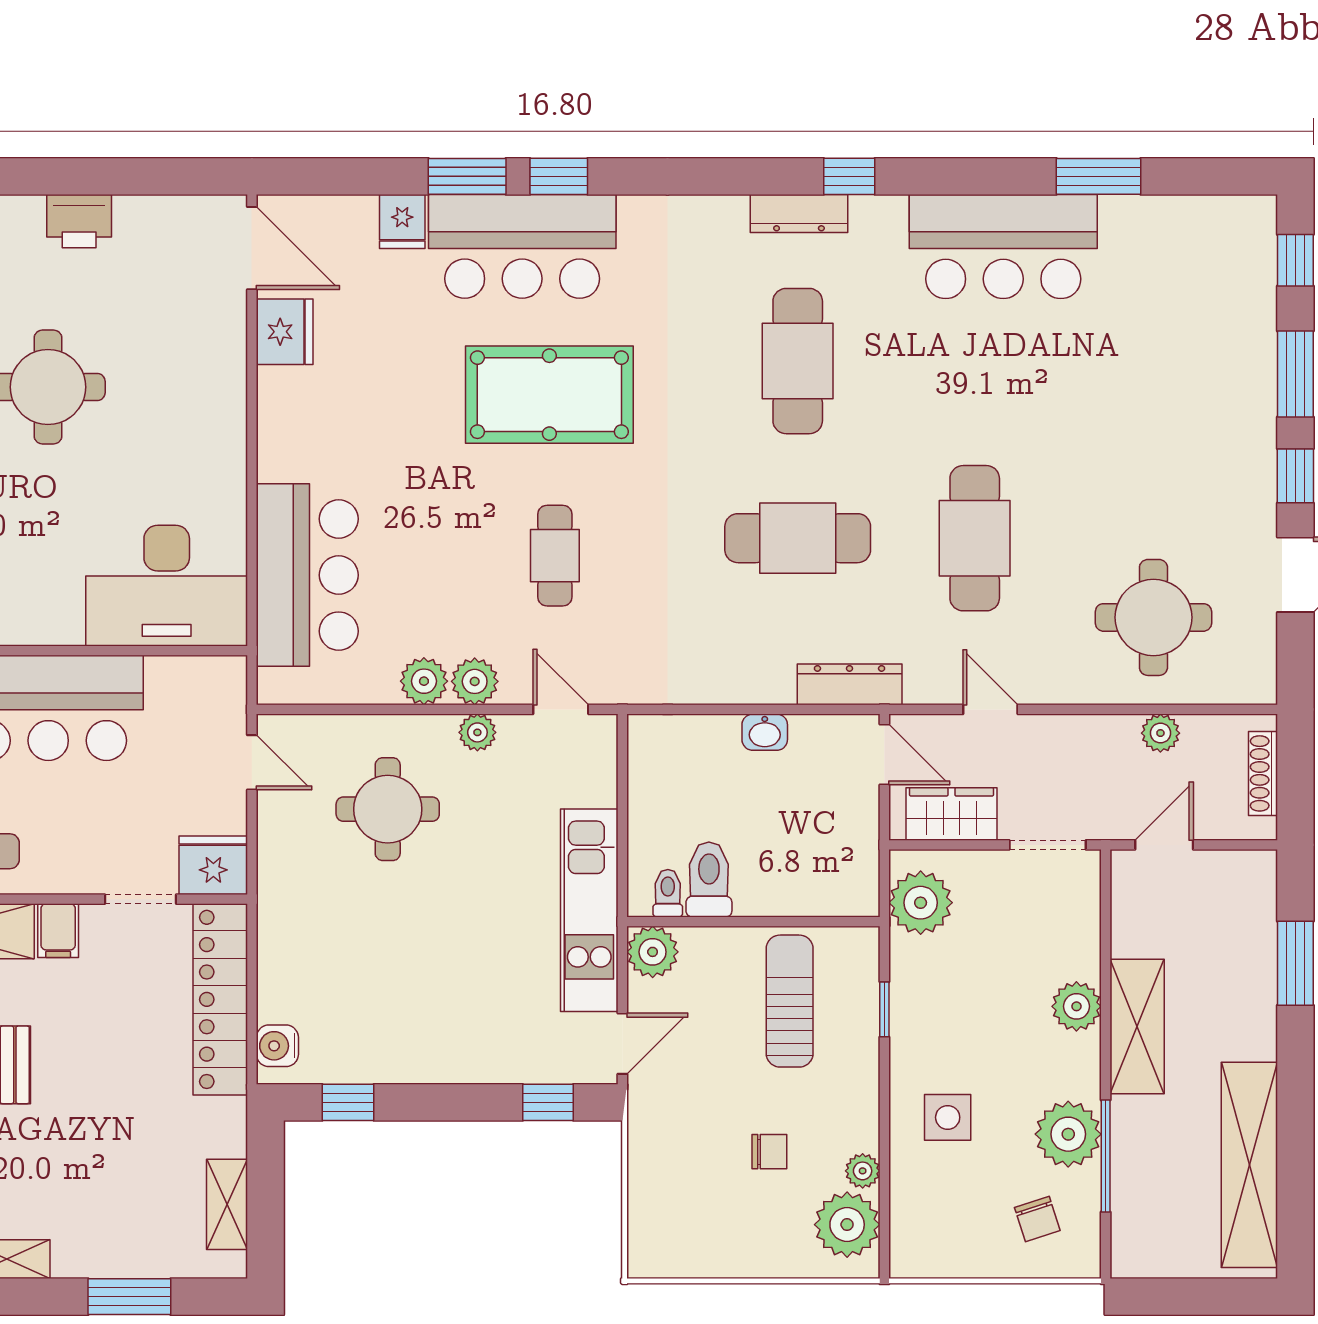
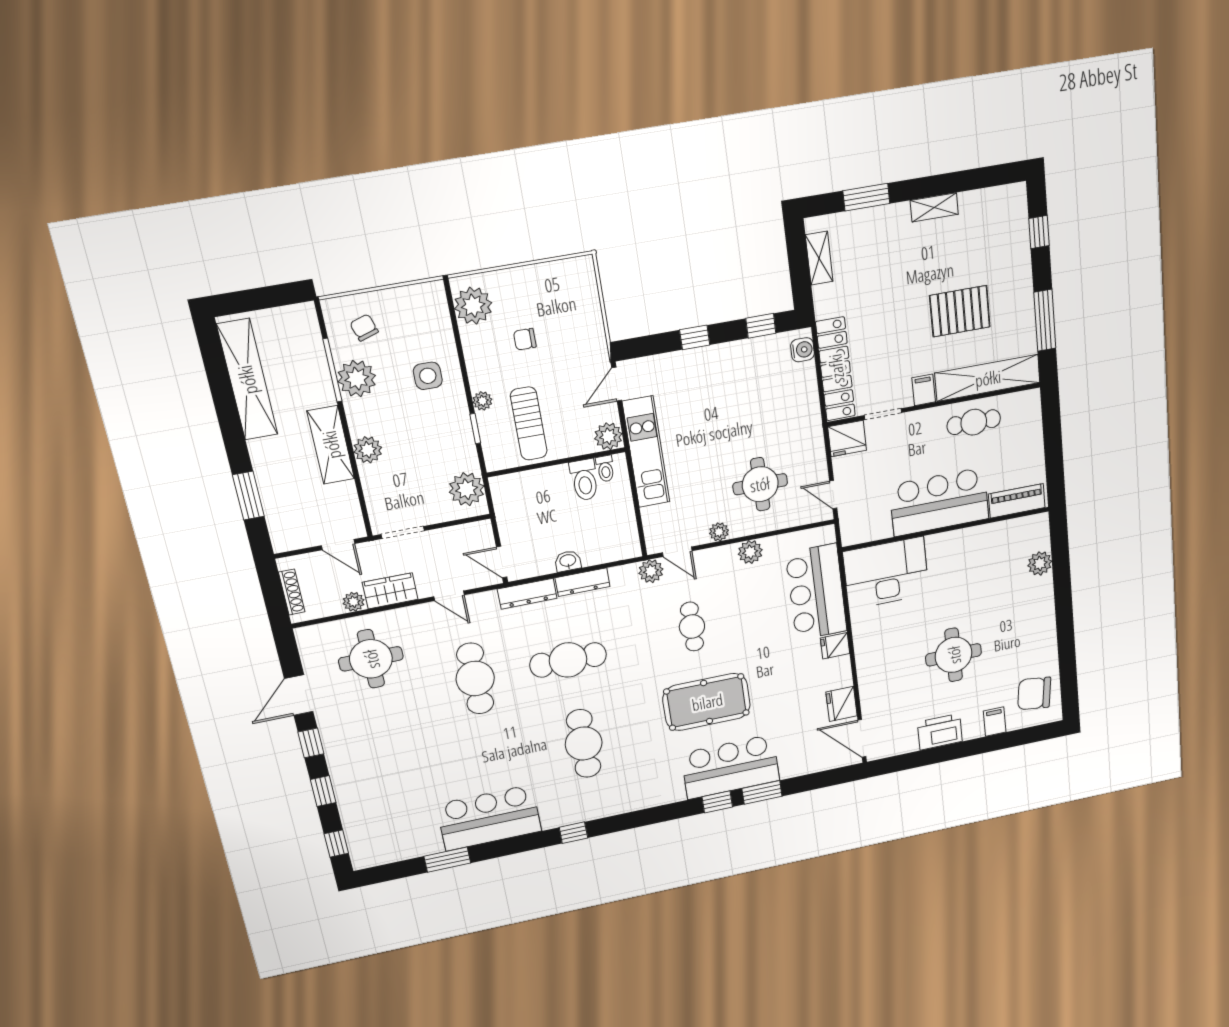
dresser: (799, 213) -> (583, 582), moved, turned 180
printer: (79, 221) -> (940, 732), width x1.37, depth x1.19
fridge: (402, 221) -> (835, 646), moved, turned -90
window: (1295, 374) -> (323, 791), width x0.67
plant: (475, 681) -> (651, 571), moved
wardrobe: (951, 814) -> (390, 591), moved, turned 180
door: (1164, 845) -> (338, 545), hinge flipped
window: (548, 1102) -> (695, 337), moved
plant: (863, 1171) -> (482, 401), moved

